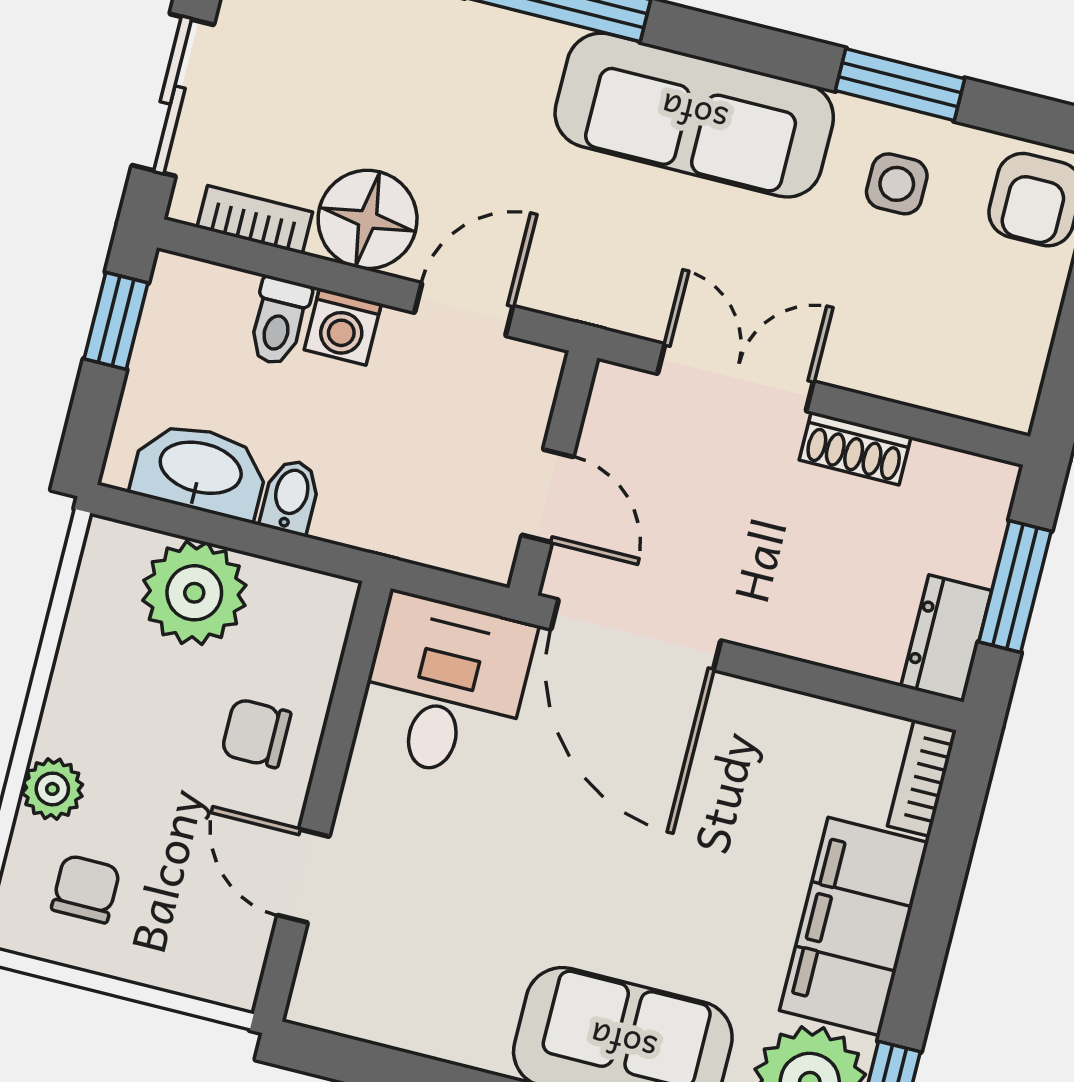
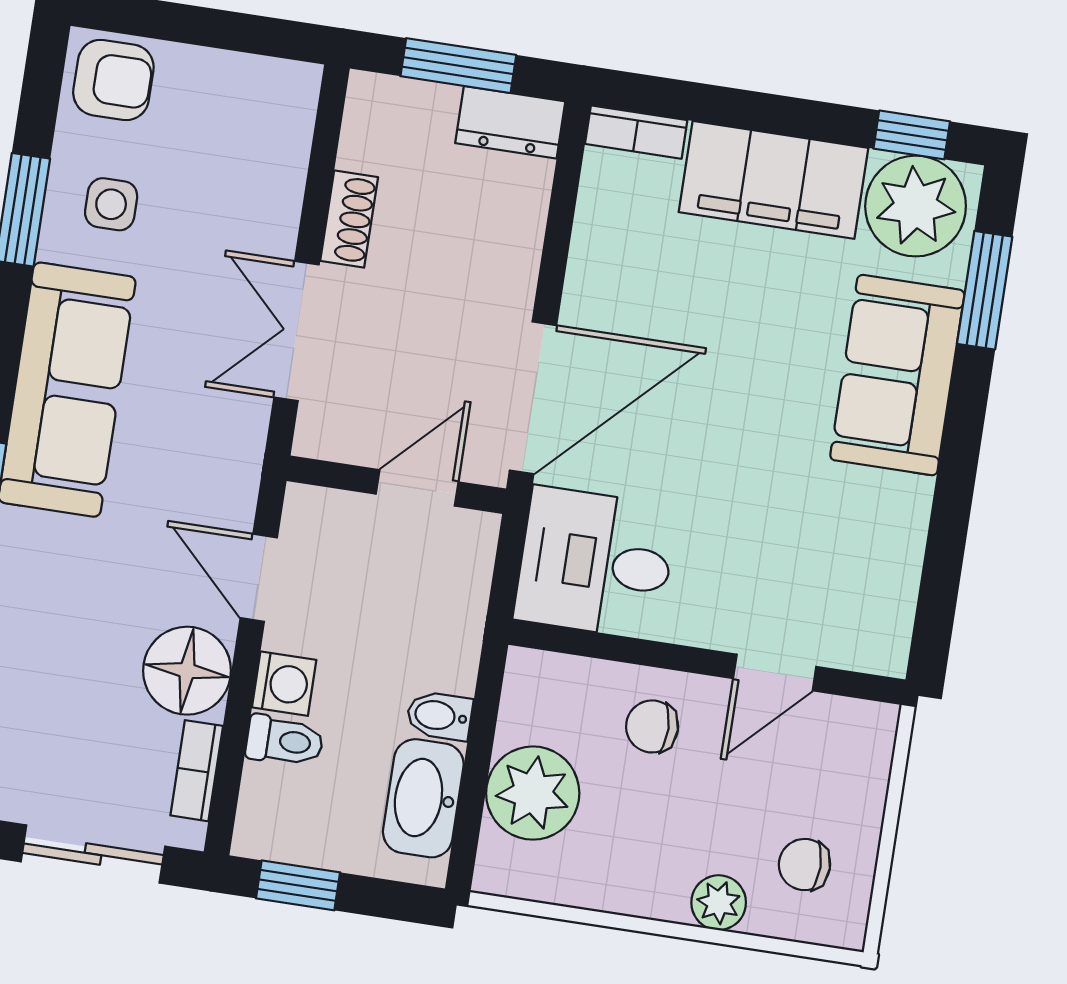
chair: (256, 733) -> (652, 726), turned 89

